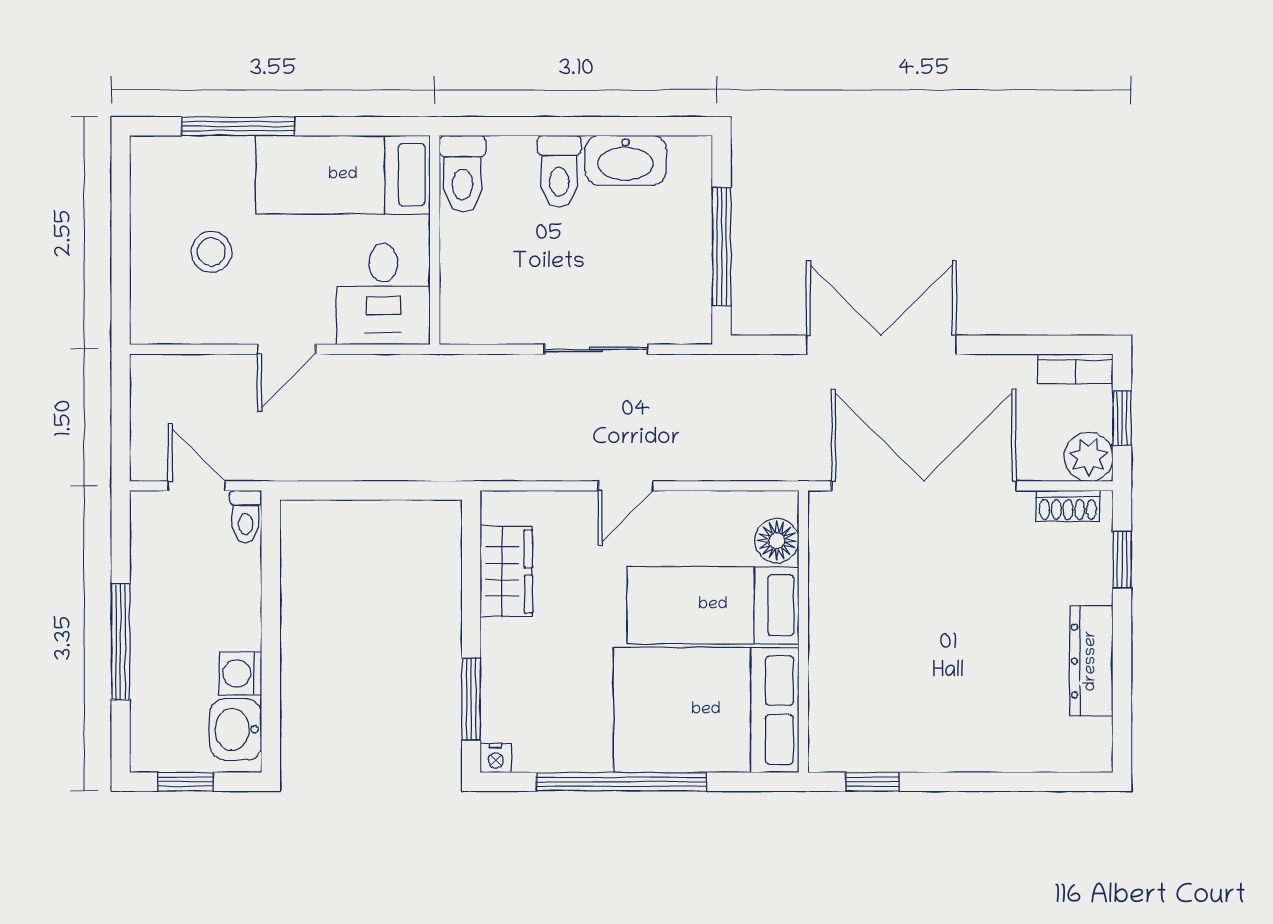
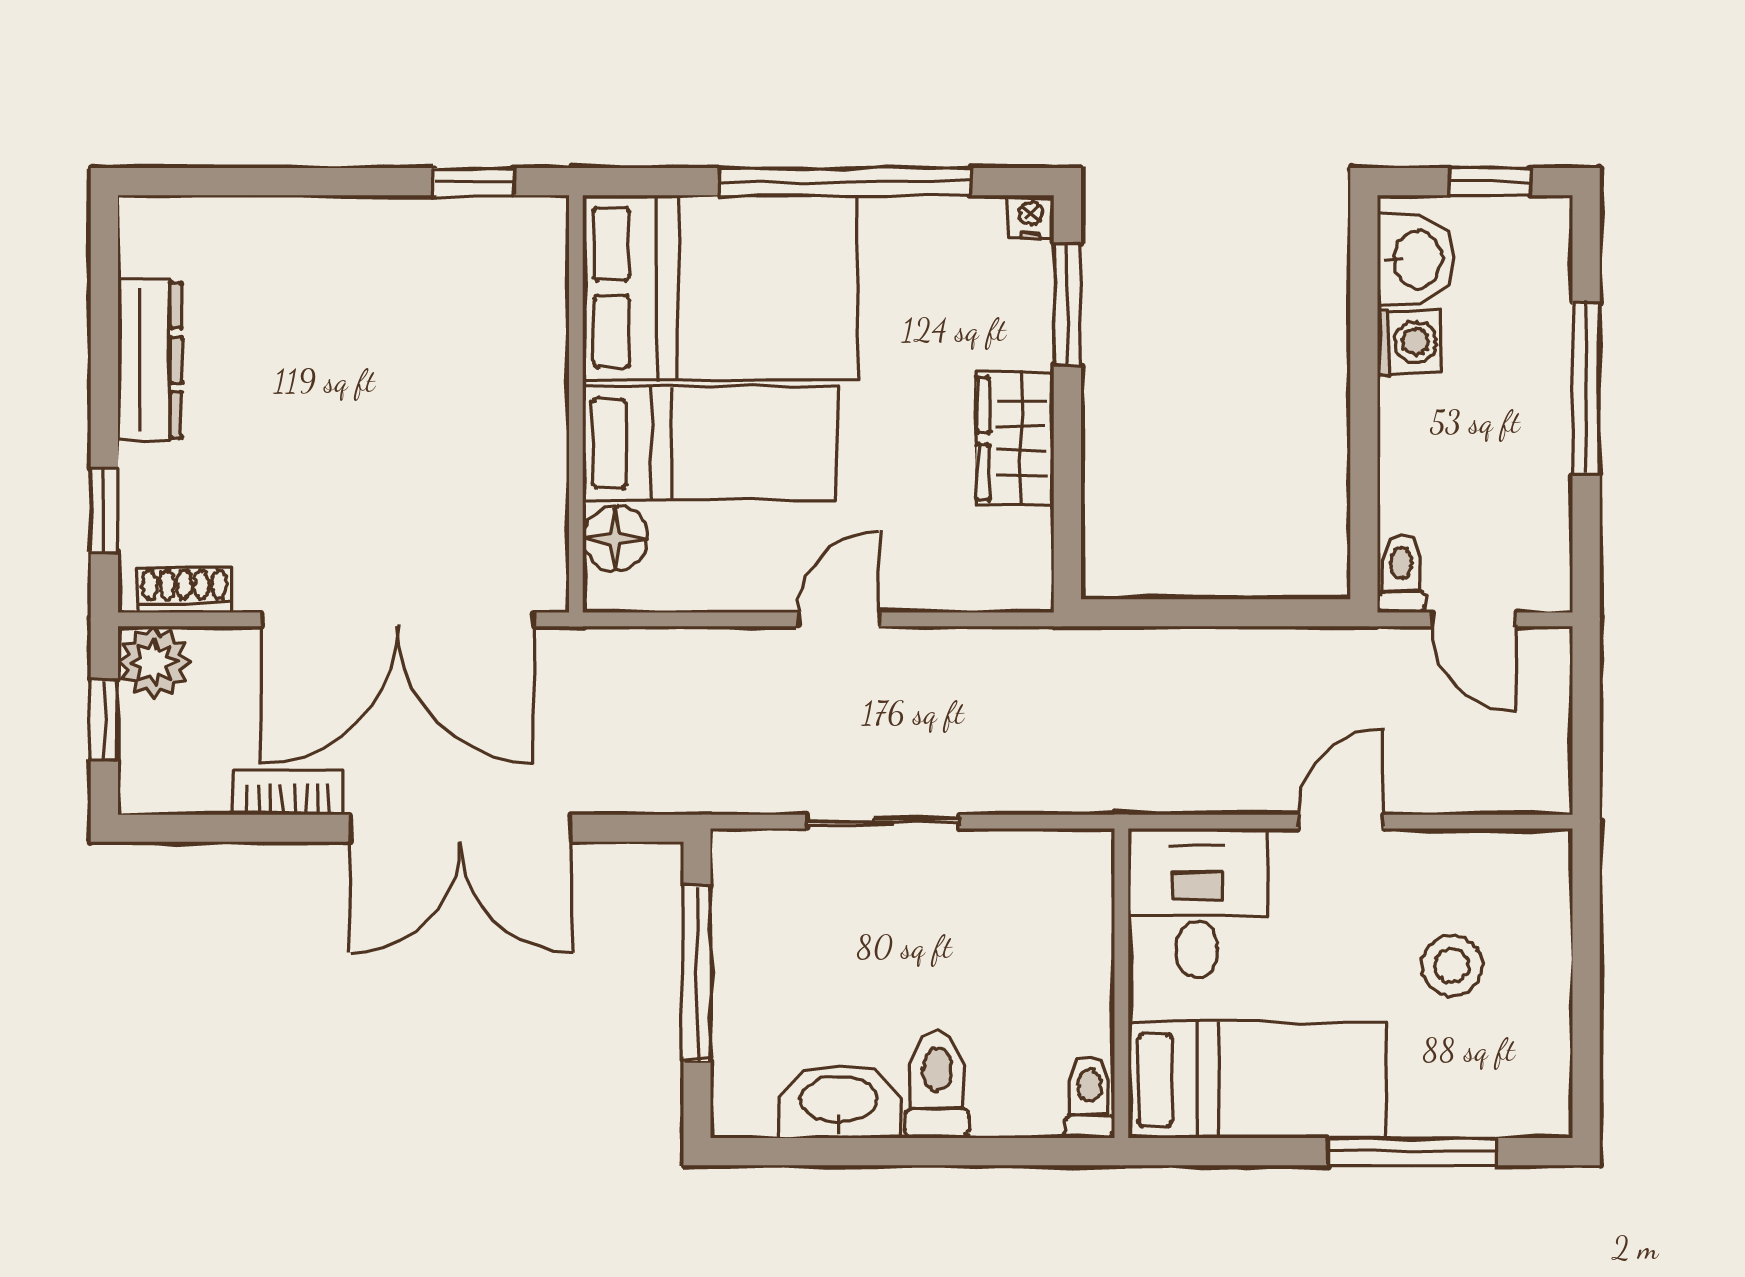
toilet: (463, 174) -> (1089, 1097), width x0.73, depth x0.72
bookcase: (1075, 369) -> (288, 793), moved
wardrobe: (506, 571) -> (1015, 438), moved

